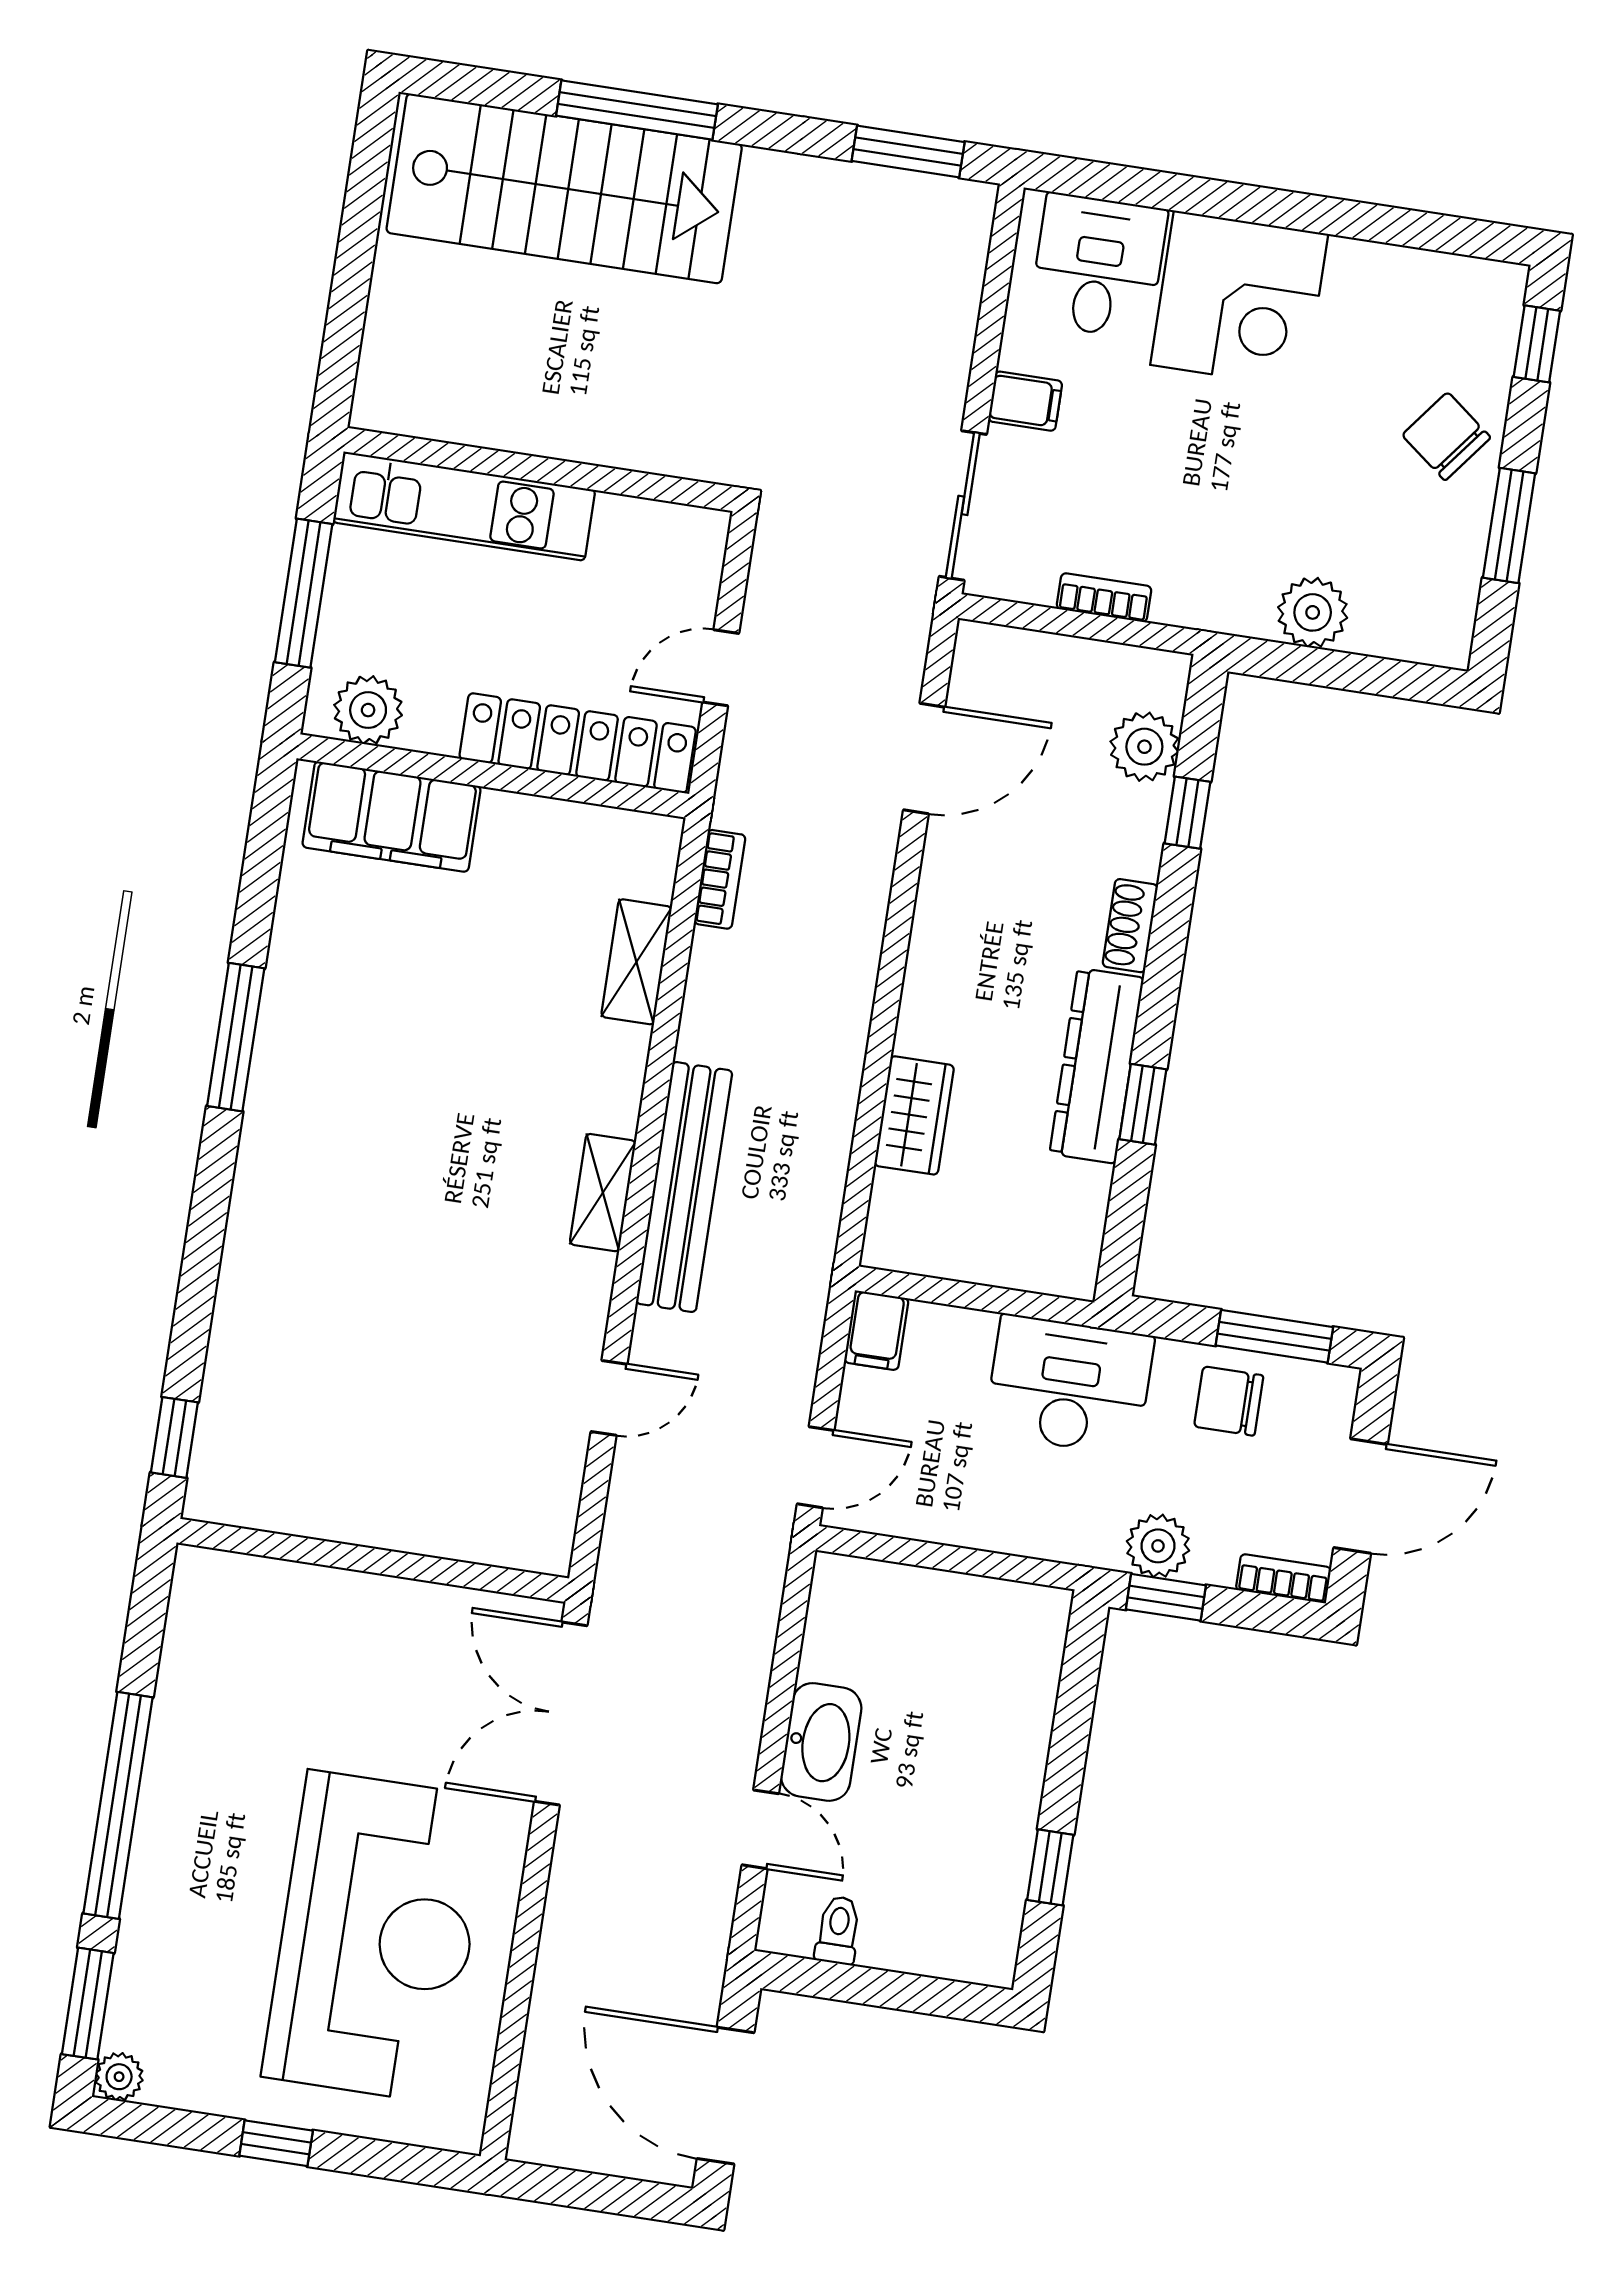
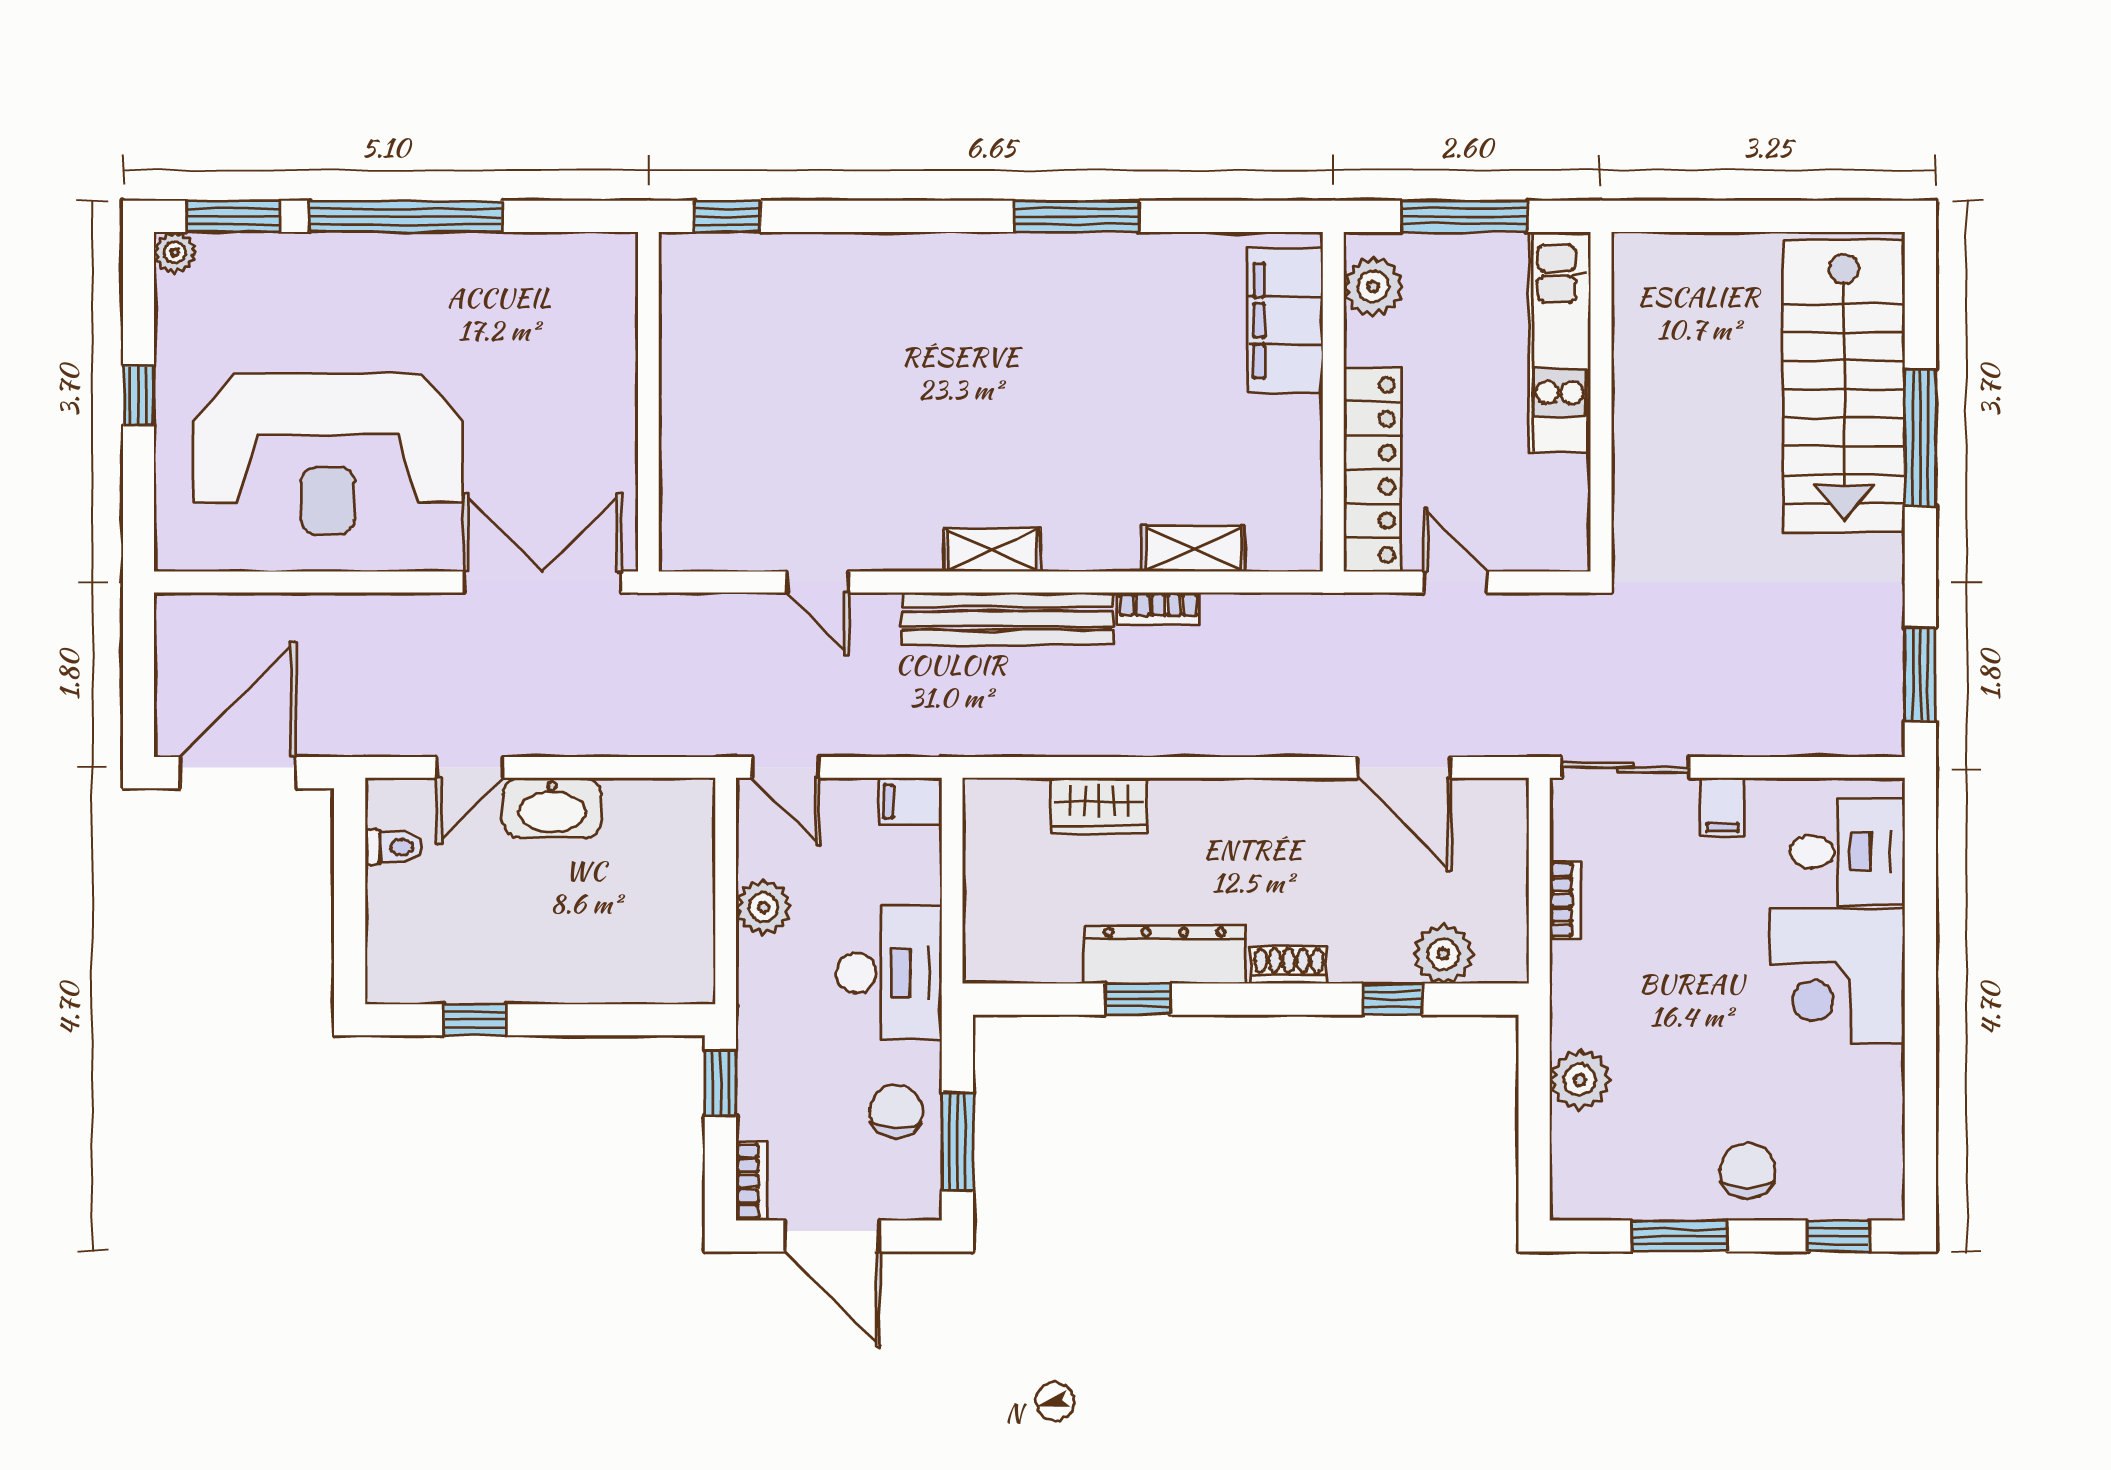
chair: (1446, 436) -> (1748, 1171), turned -38
bookcase: (720, 879) -> (1159, 609), moved
plant: (1158, 1546) -> (763, 907), moved

